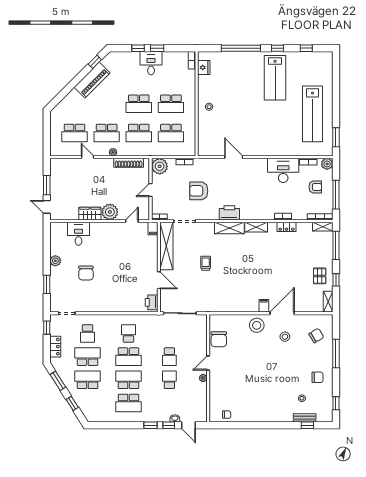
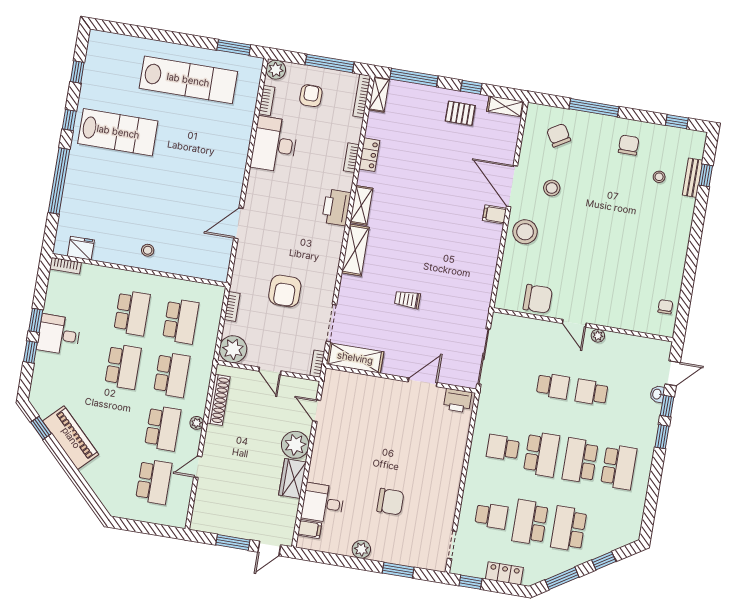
printer: (229, 213) -> (336, 207), moved
filing cabinet: (153, 229) -> (310, 529), moved
shelving: (166, 246) -> (355, 358), width x0.68

